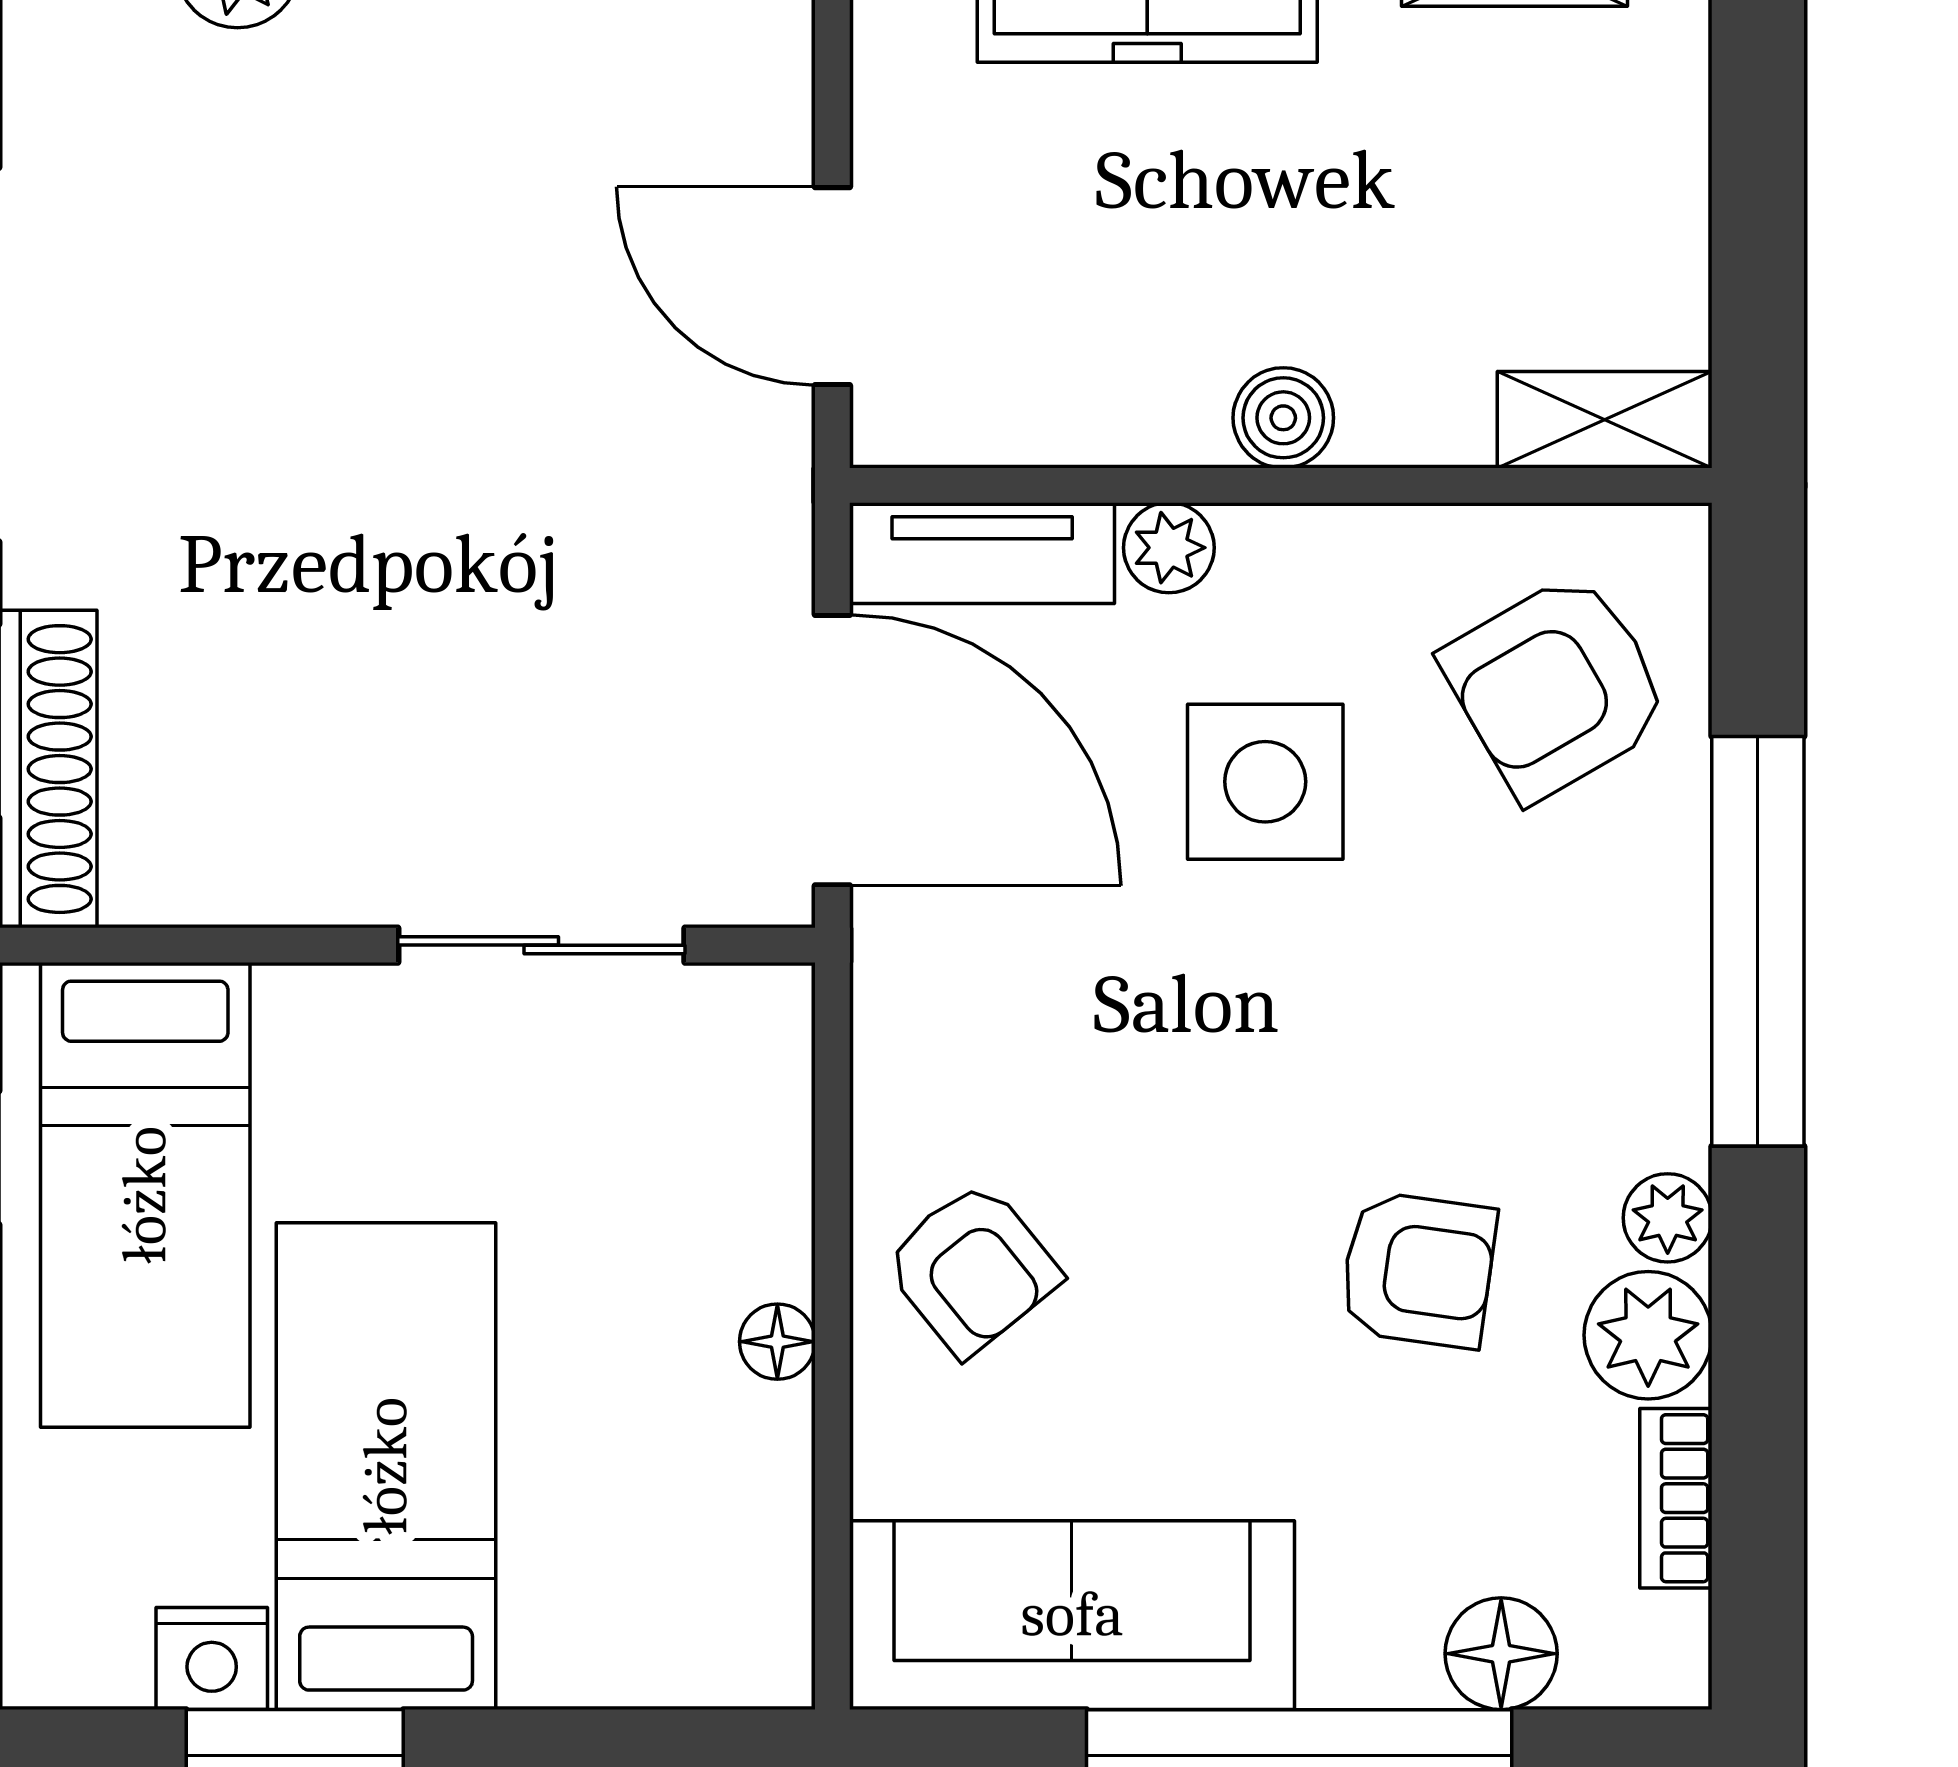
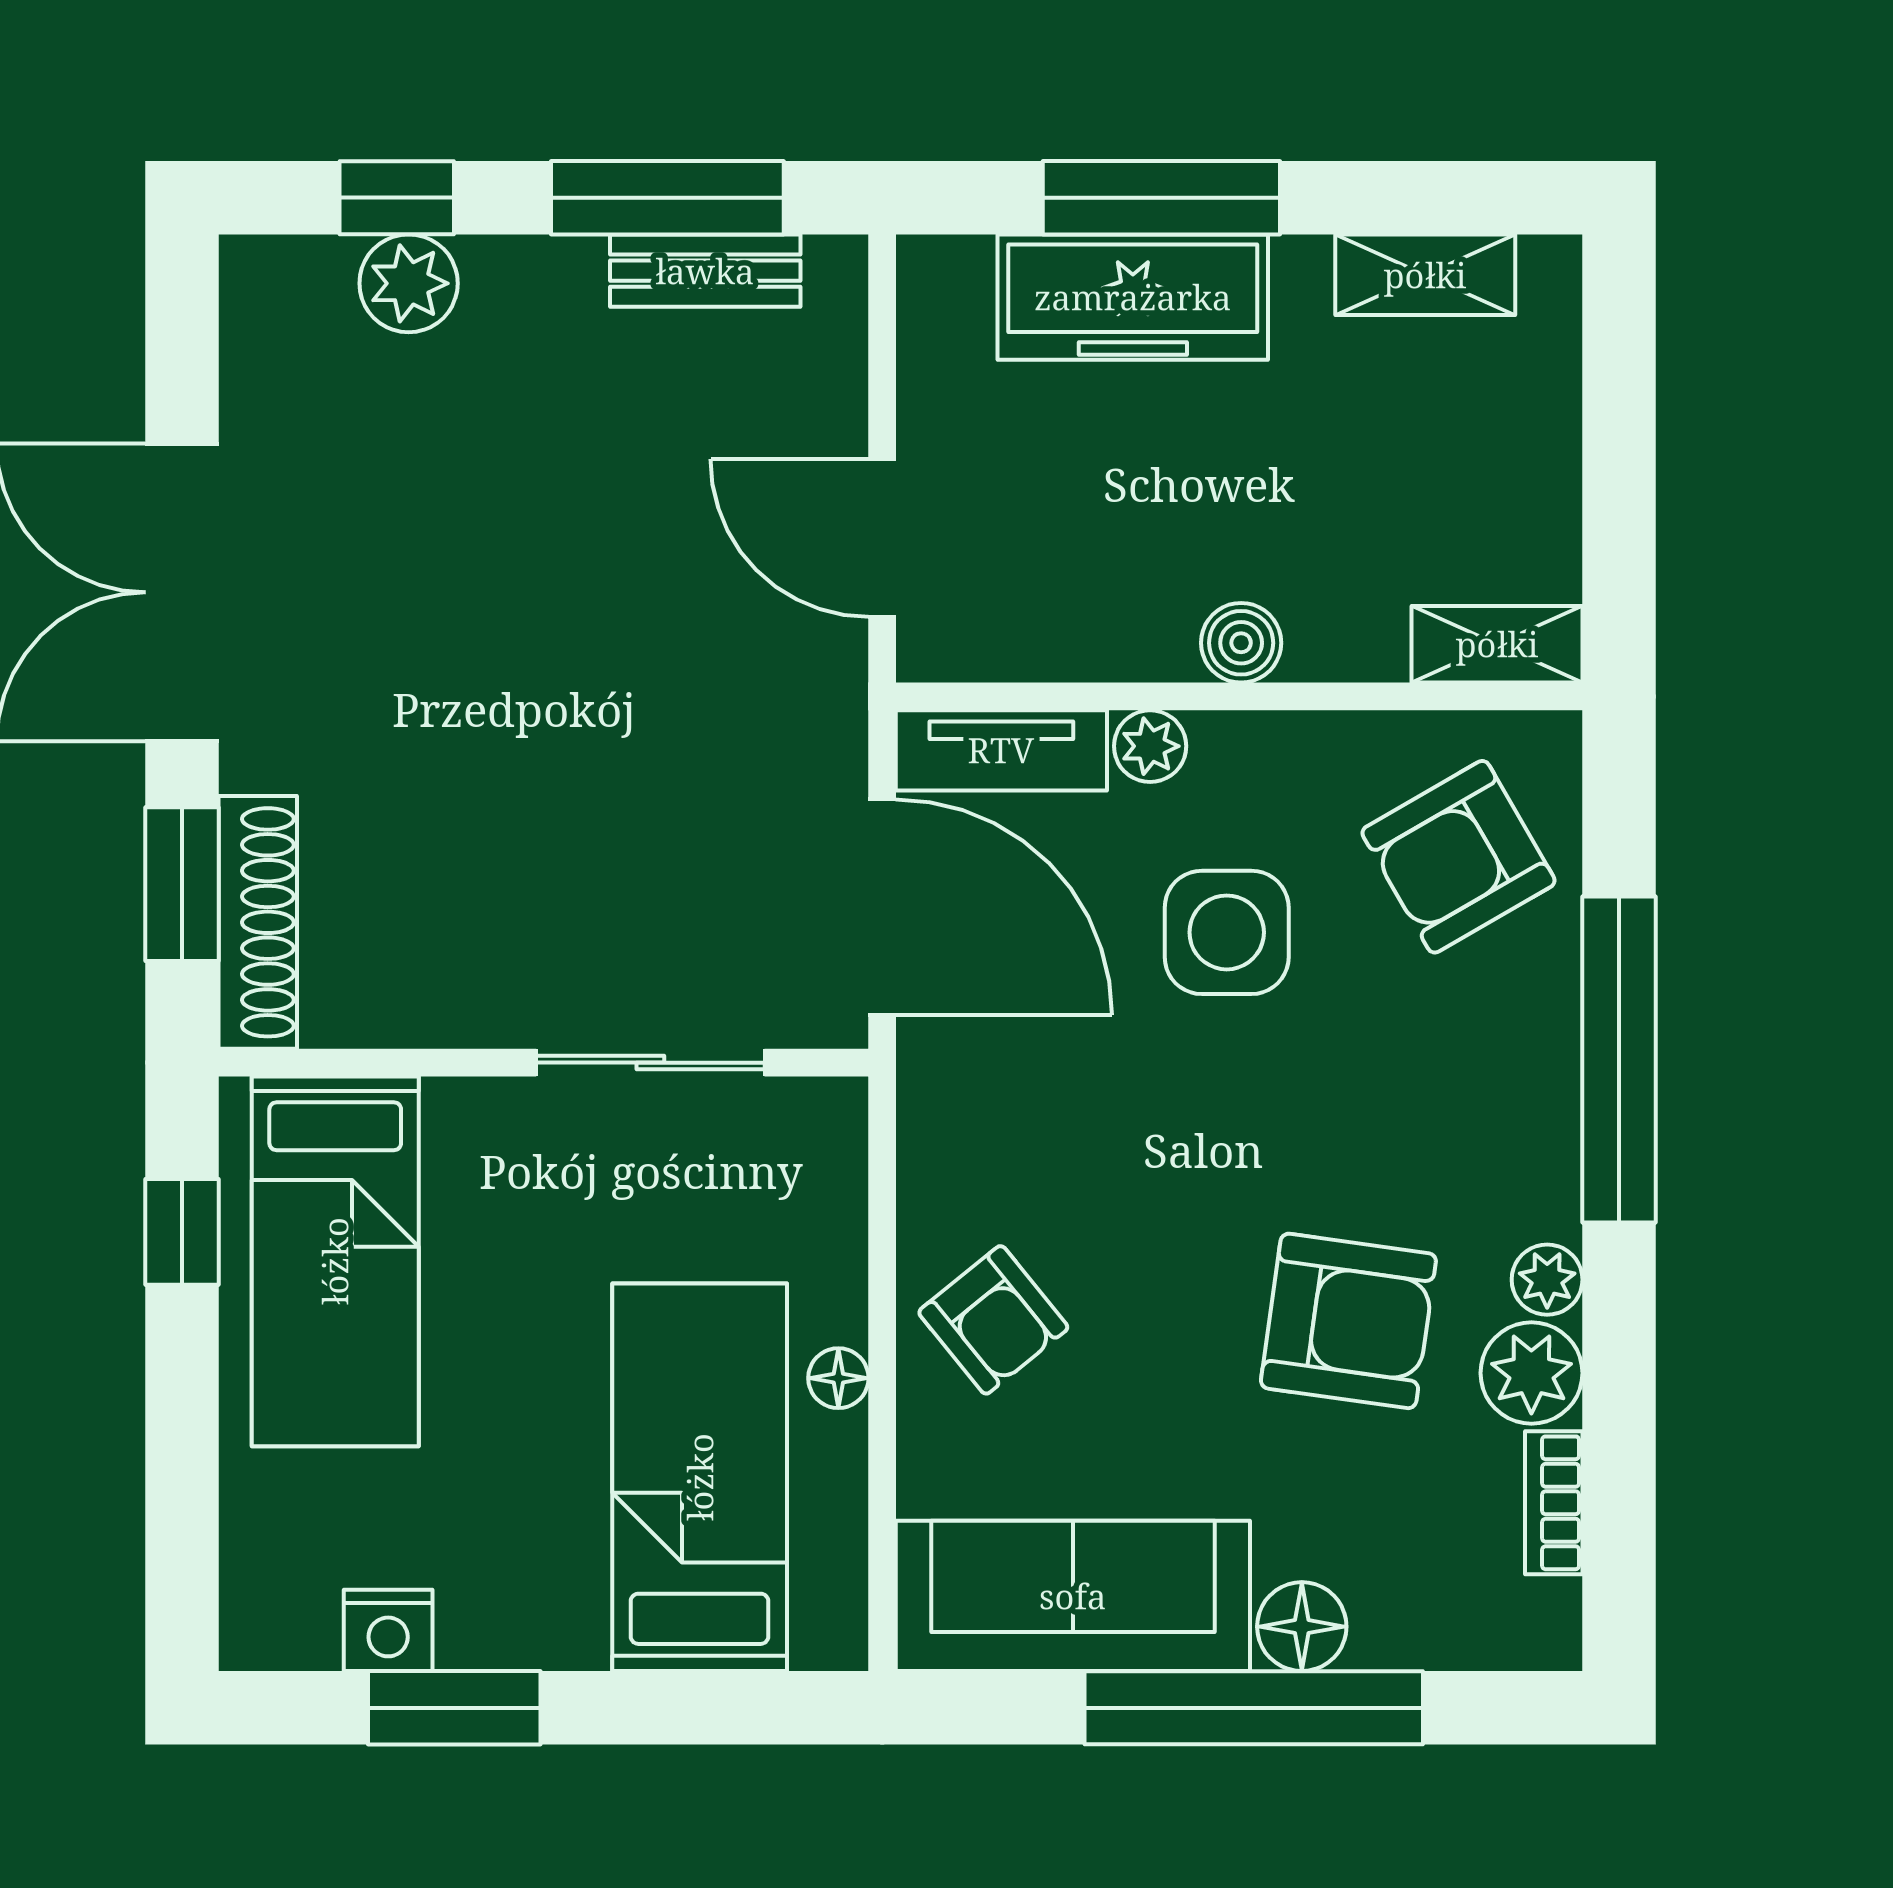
armchair: (1418, 1270) -> (1348, 1321), width x1.38, depth x1.38
bed: (386, 1466) -> (700, 1477), moved
floor lamp: (1501, 1654) -> (1302, 1627), moved

